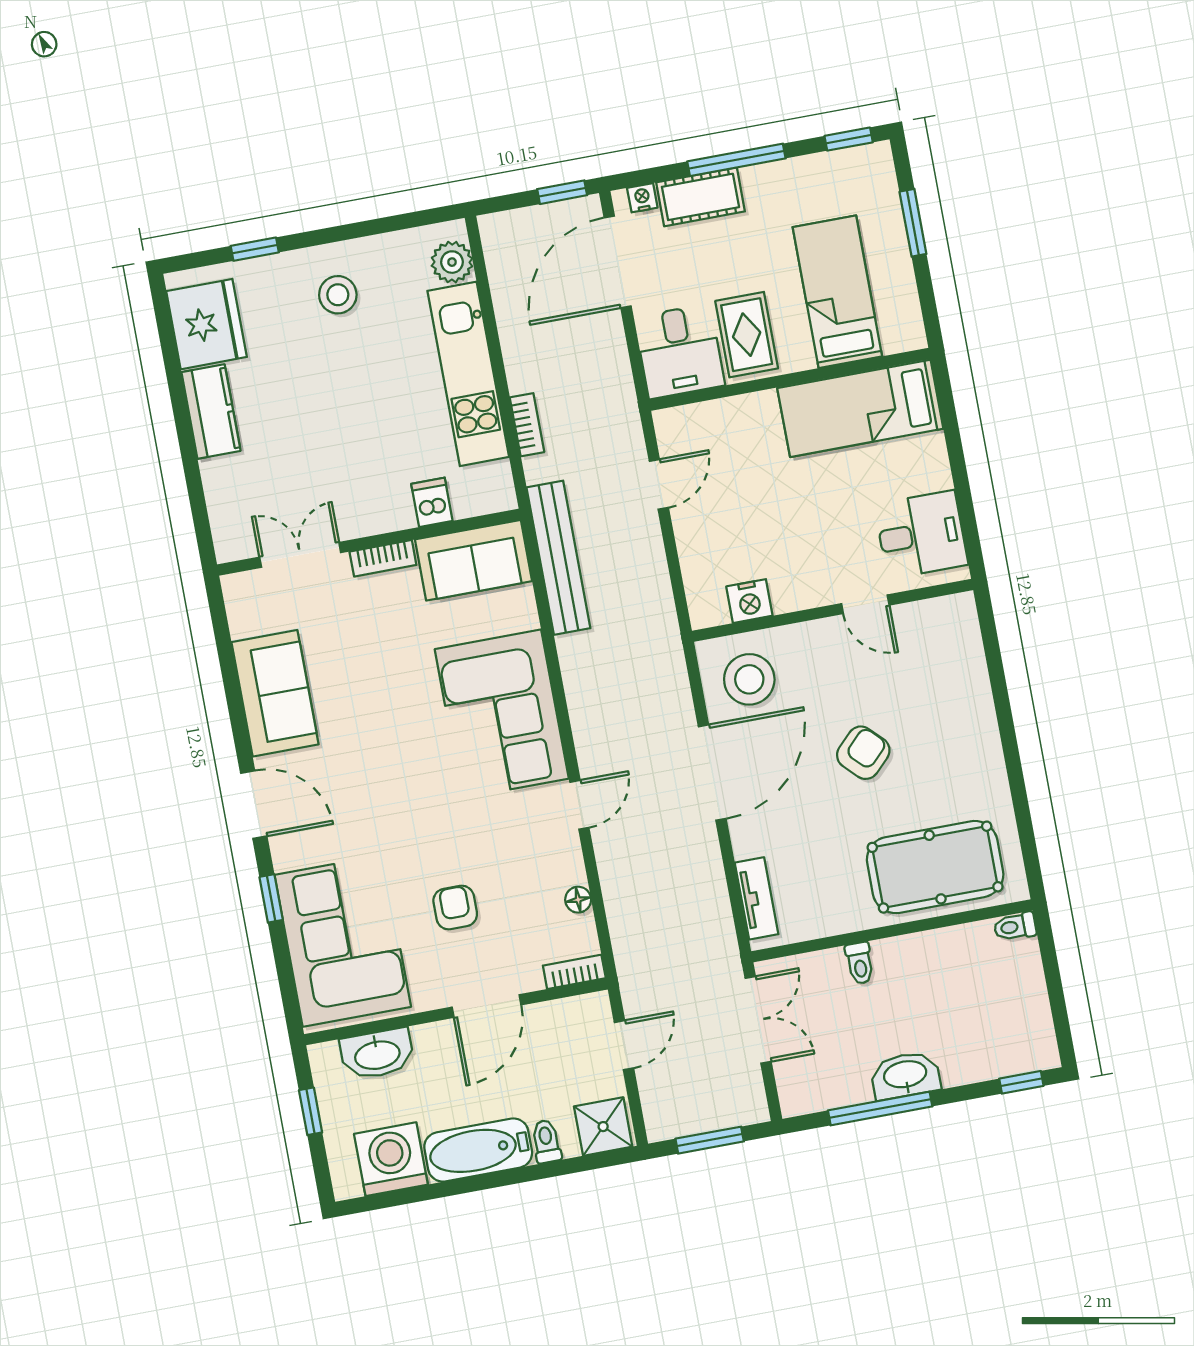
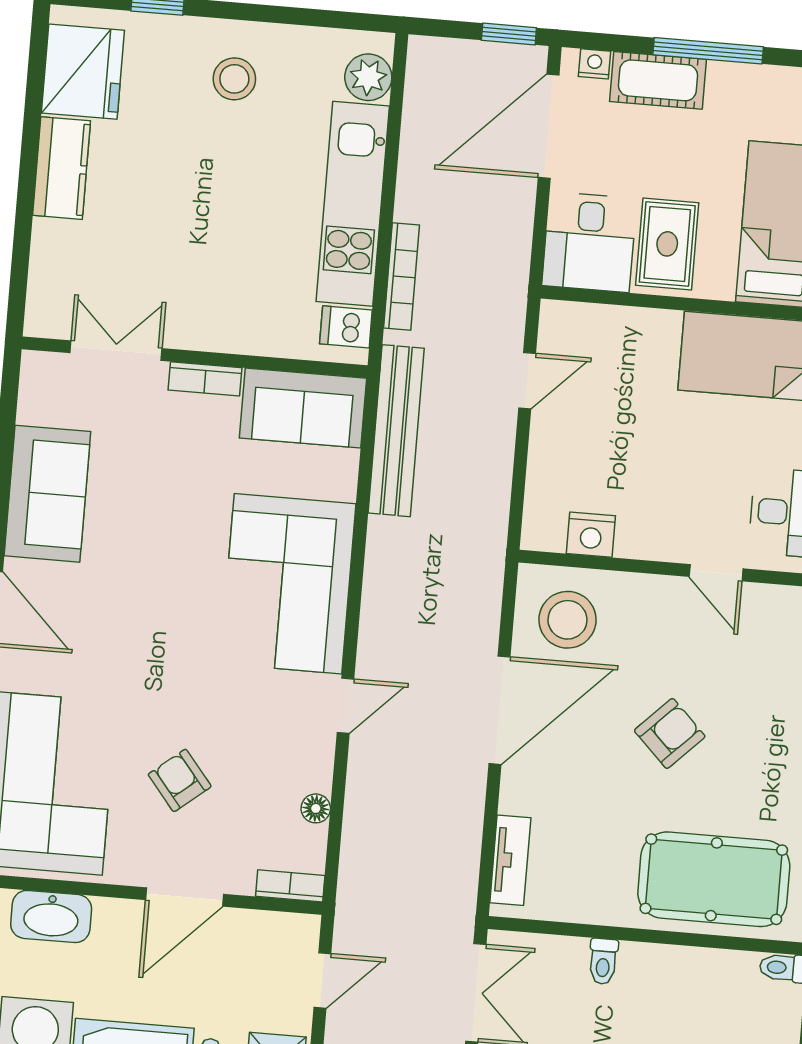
bookcase: (527, 425) -> (401, 277), width x1.56
dishwasher: (432, 502) -> (346, 327), moved, turned -90
armchair: (455, 907) -> (180, 780), turned -39

